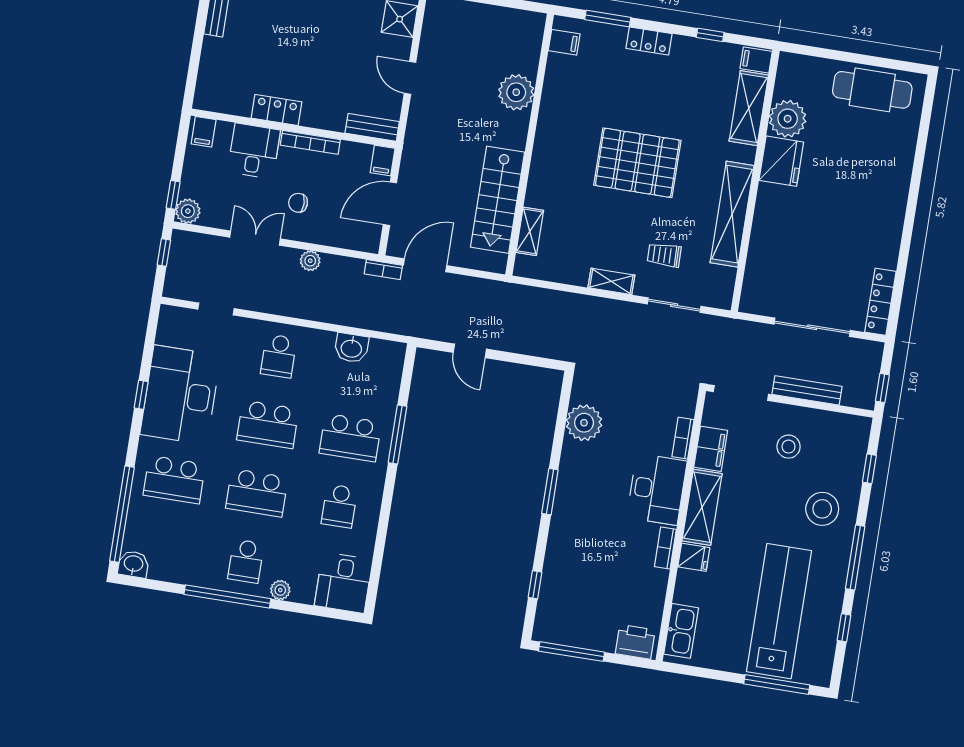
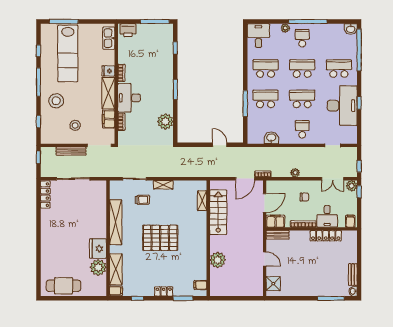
locker: (277, 110) -> (326, 236), width x1.53
filing cabinet: (383, 161) -> (275, 221), width x2.00
double door: (255, 238) -> (333, 179), moved
school desk: (339, 506) -> (266, 69), width x1.85

